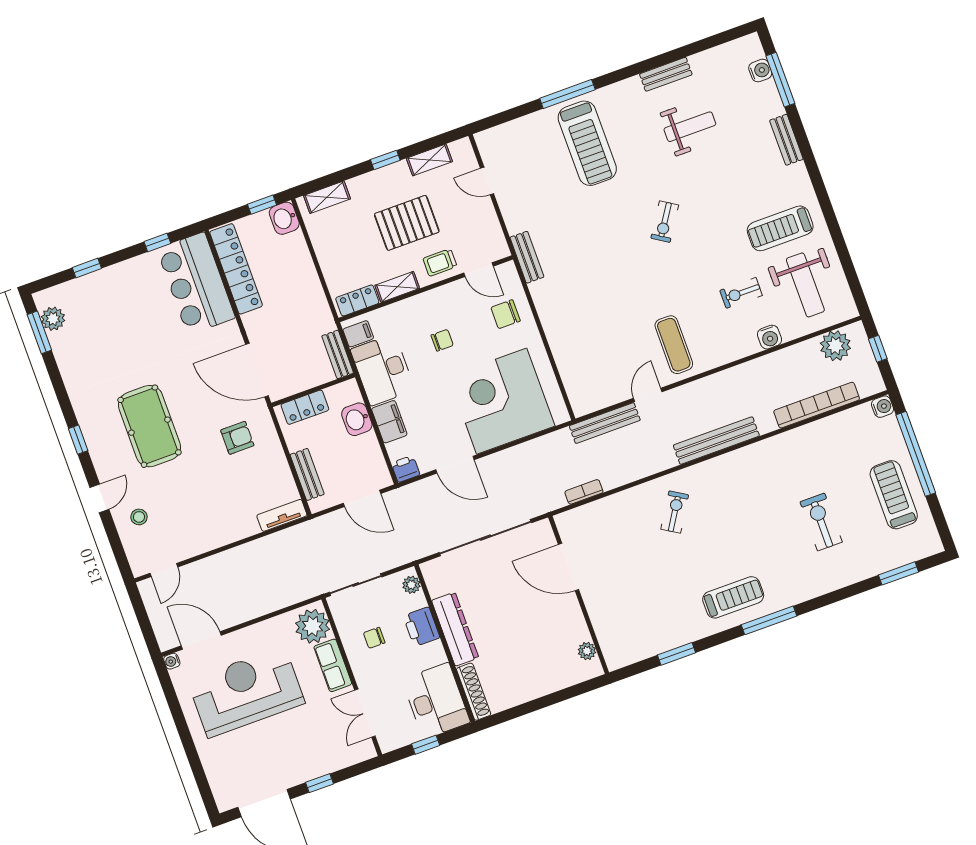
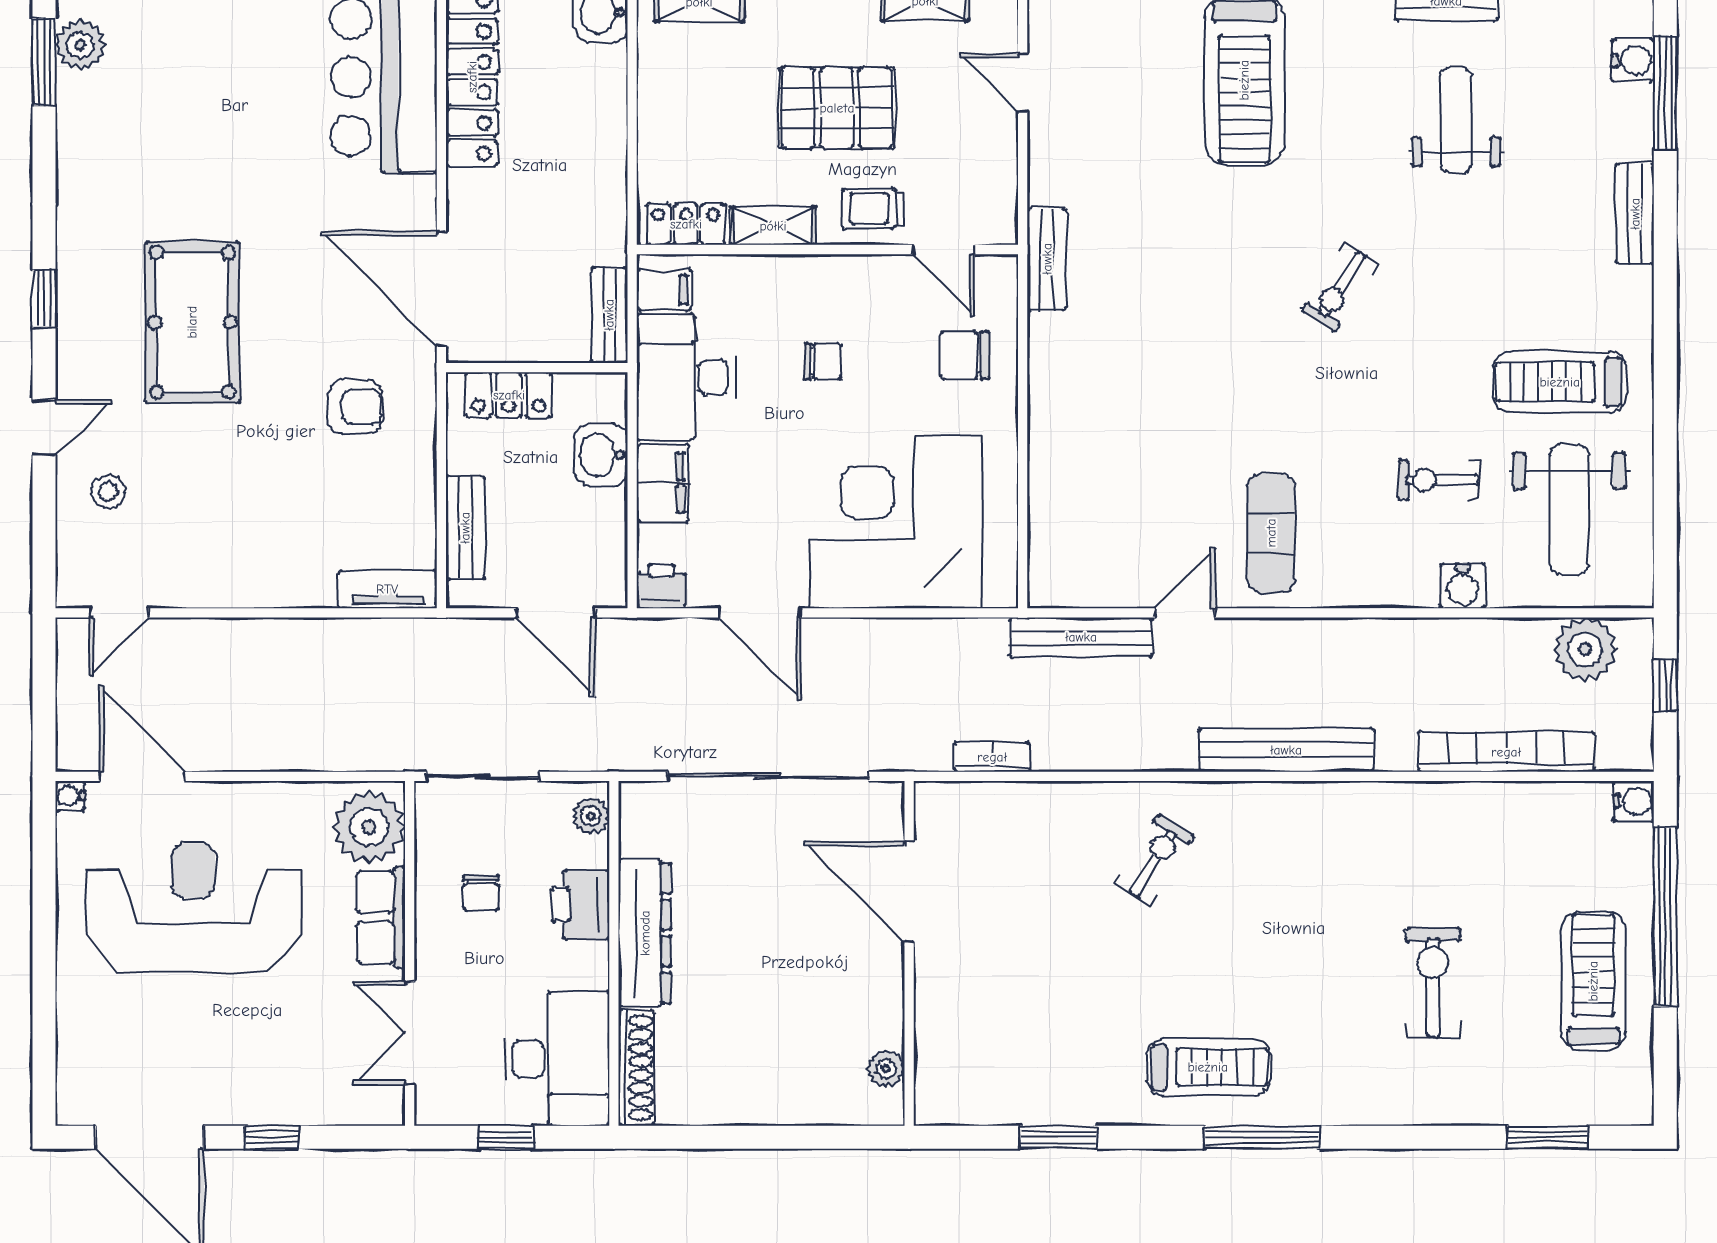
weight bench: (690, 127) -> (1456, 120), turned -90
chair: (374, 638) -> (481, 893), turned -90

